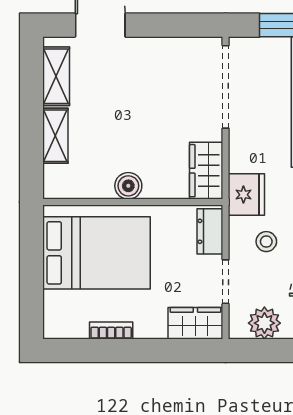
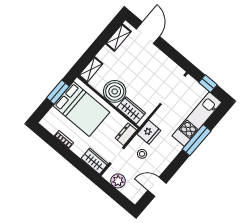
shelving: (55, 136) -> (91, 70), moved
wardrobe: (206, 171) -> (131, 110), moved, turned 90
boiler: (128, 186) -> (115, 91), width x1.86, depth x1.86
window: (32, 258) -> (58, 92), added

